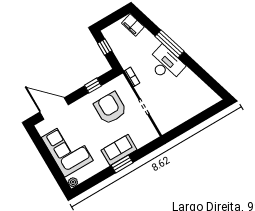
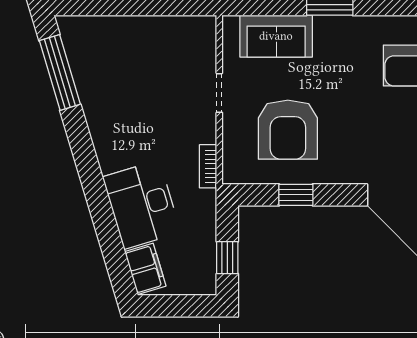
window: (170, 44) -> (60, 72), moved
desk: (166, 64) -> (142, 205), moved
sofa: (119, 150) -> (276, 36), moved

